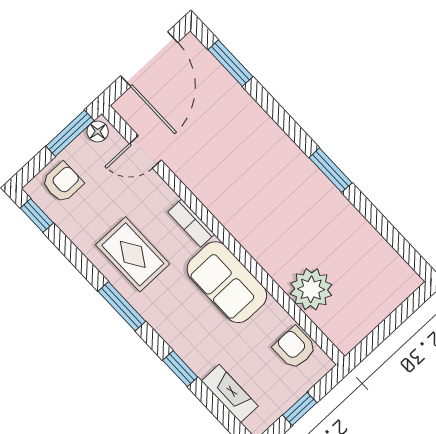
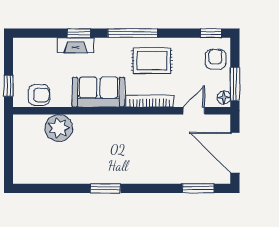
armchair: (62, 182) -> (215, 59), turned 180
bookcase: (191, 223) -> (150, 101), width x1.56
window: (122, 306) -> (133, 33), width x1.44
fireplace: (230, 393) -> (75, 45), moved
window: (300, 409) -> (8, 86), moved

